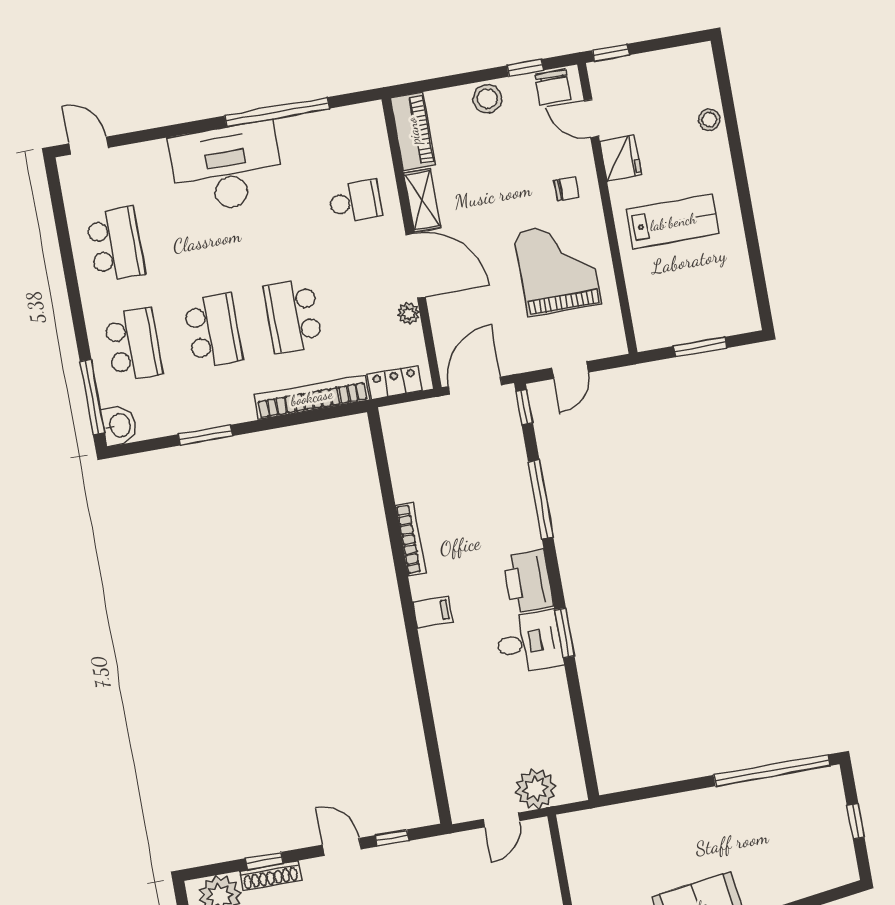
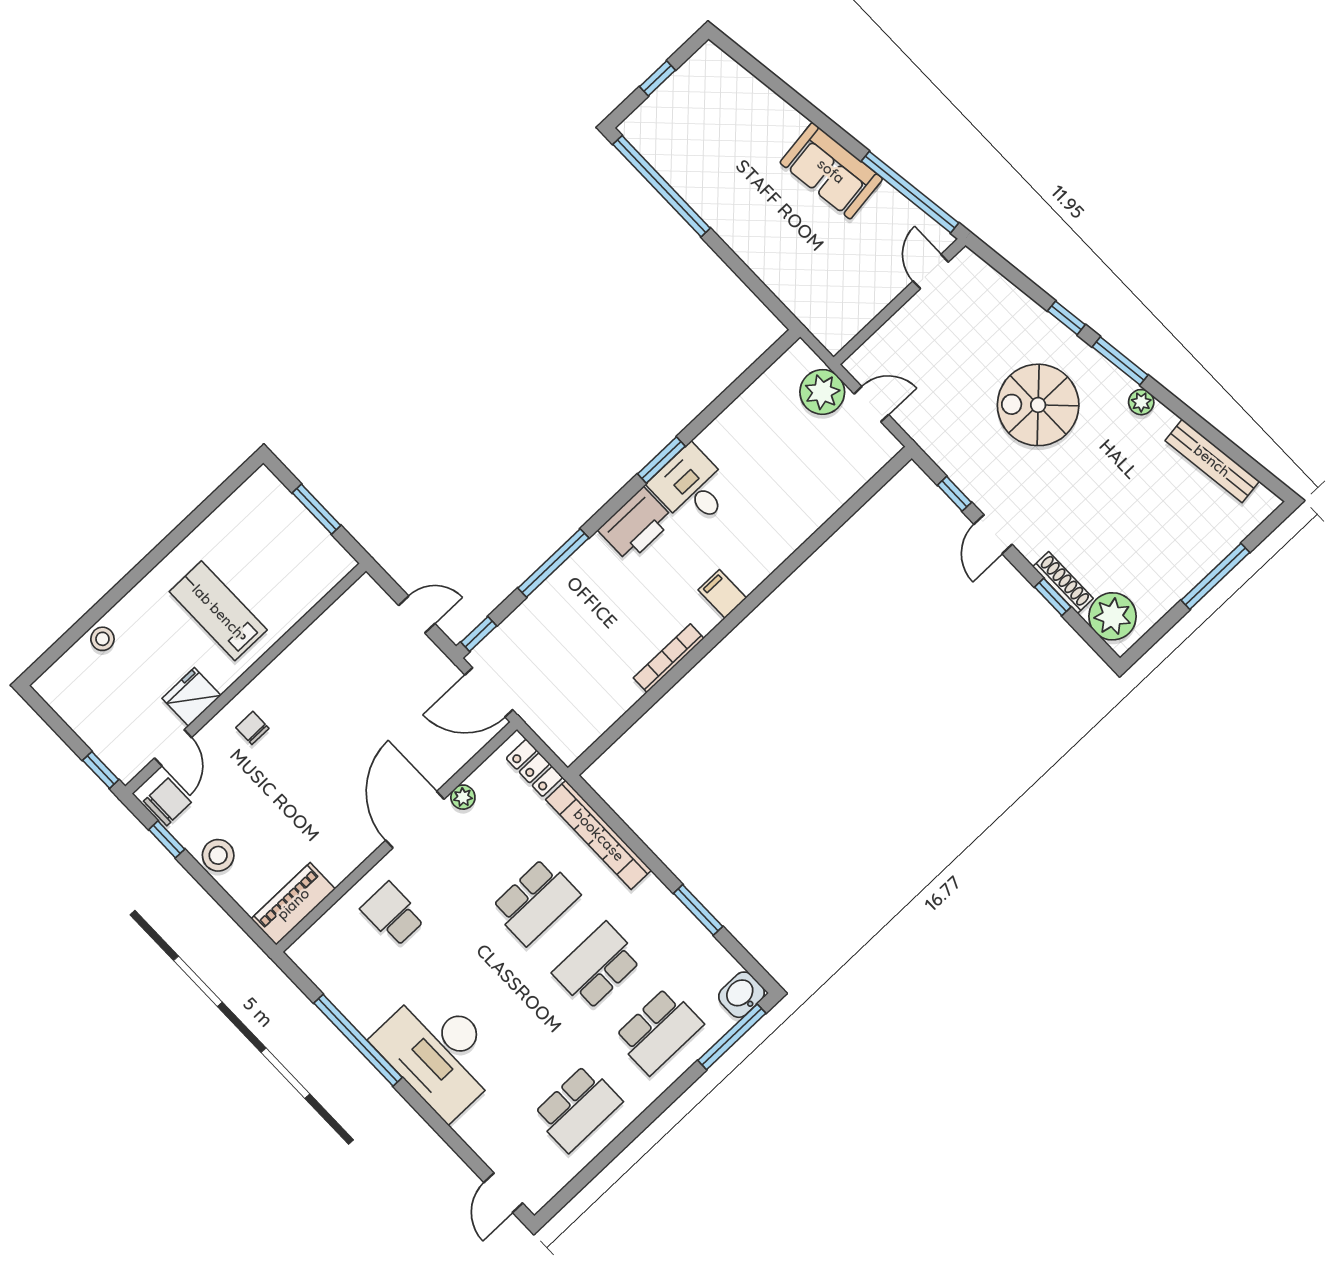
shelving: (422, 200) -> (351, 853), removed
school desk: (115, 244) -> (577, 1108), turned 180
grand piano: (557, 268) -> (331, 688), removed
school desk: (133, 345) -> (659, 1031), turned 180

